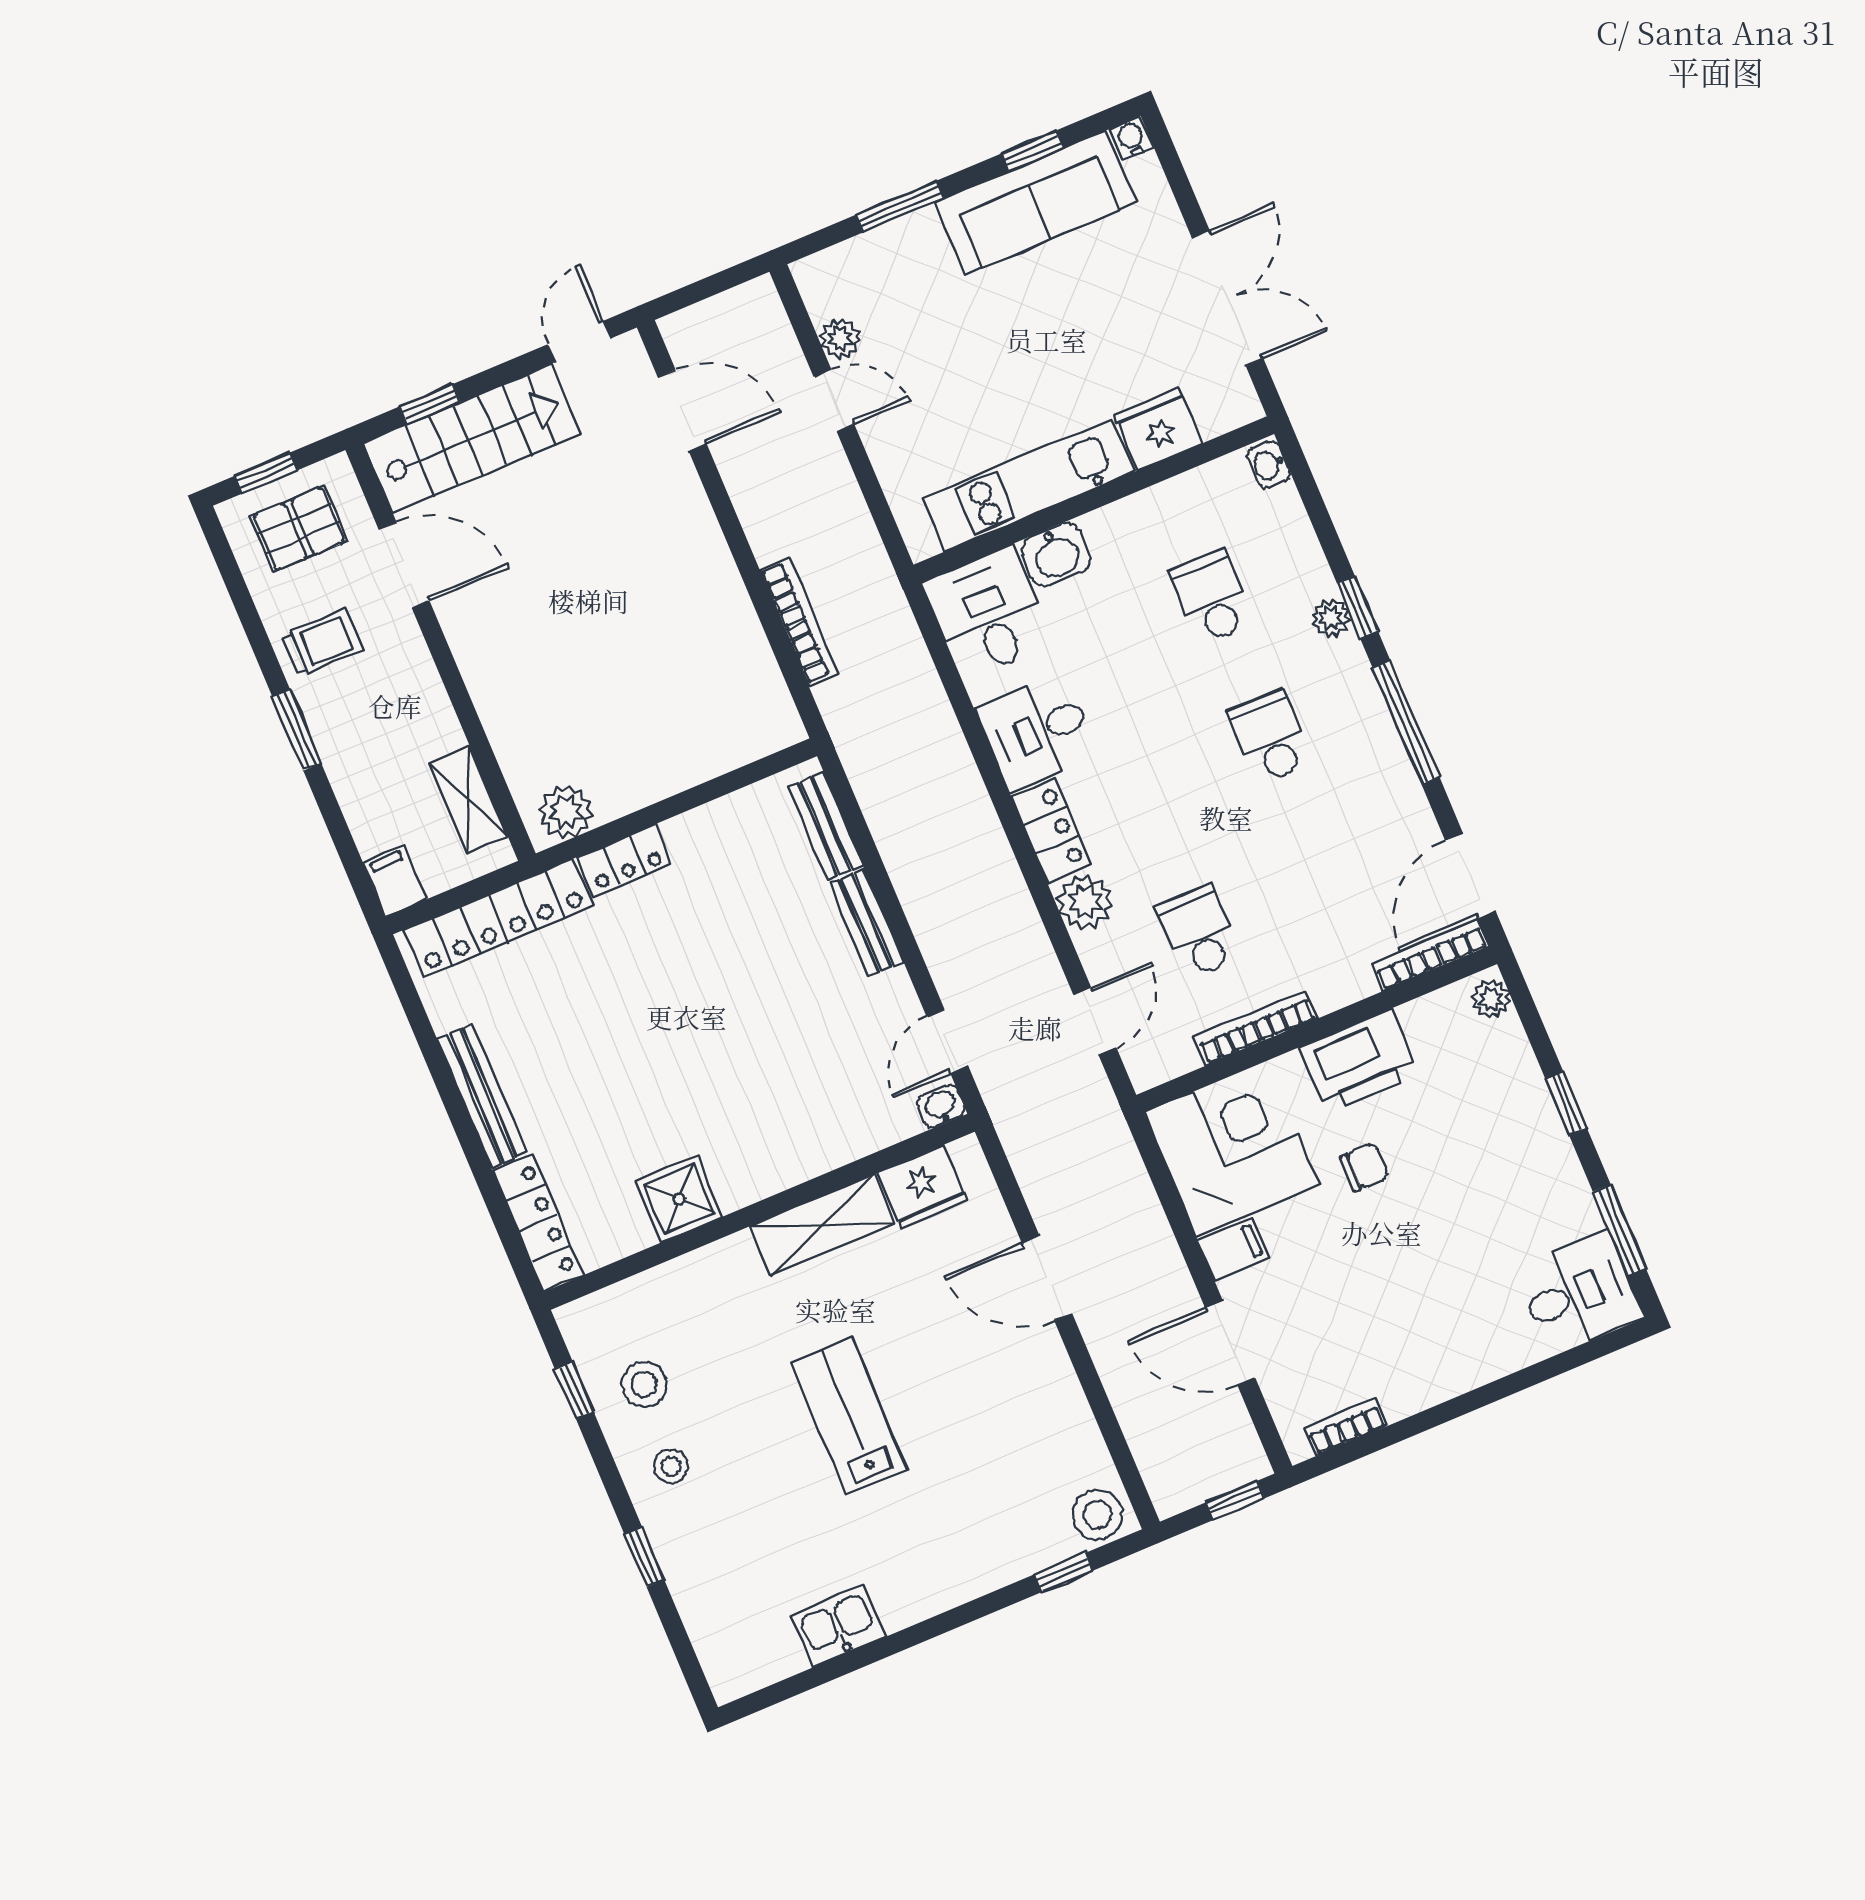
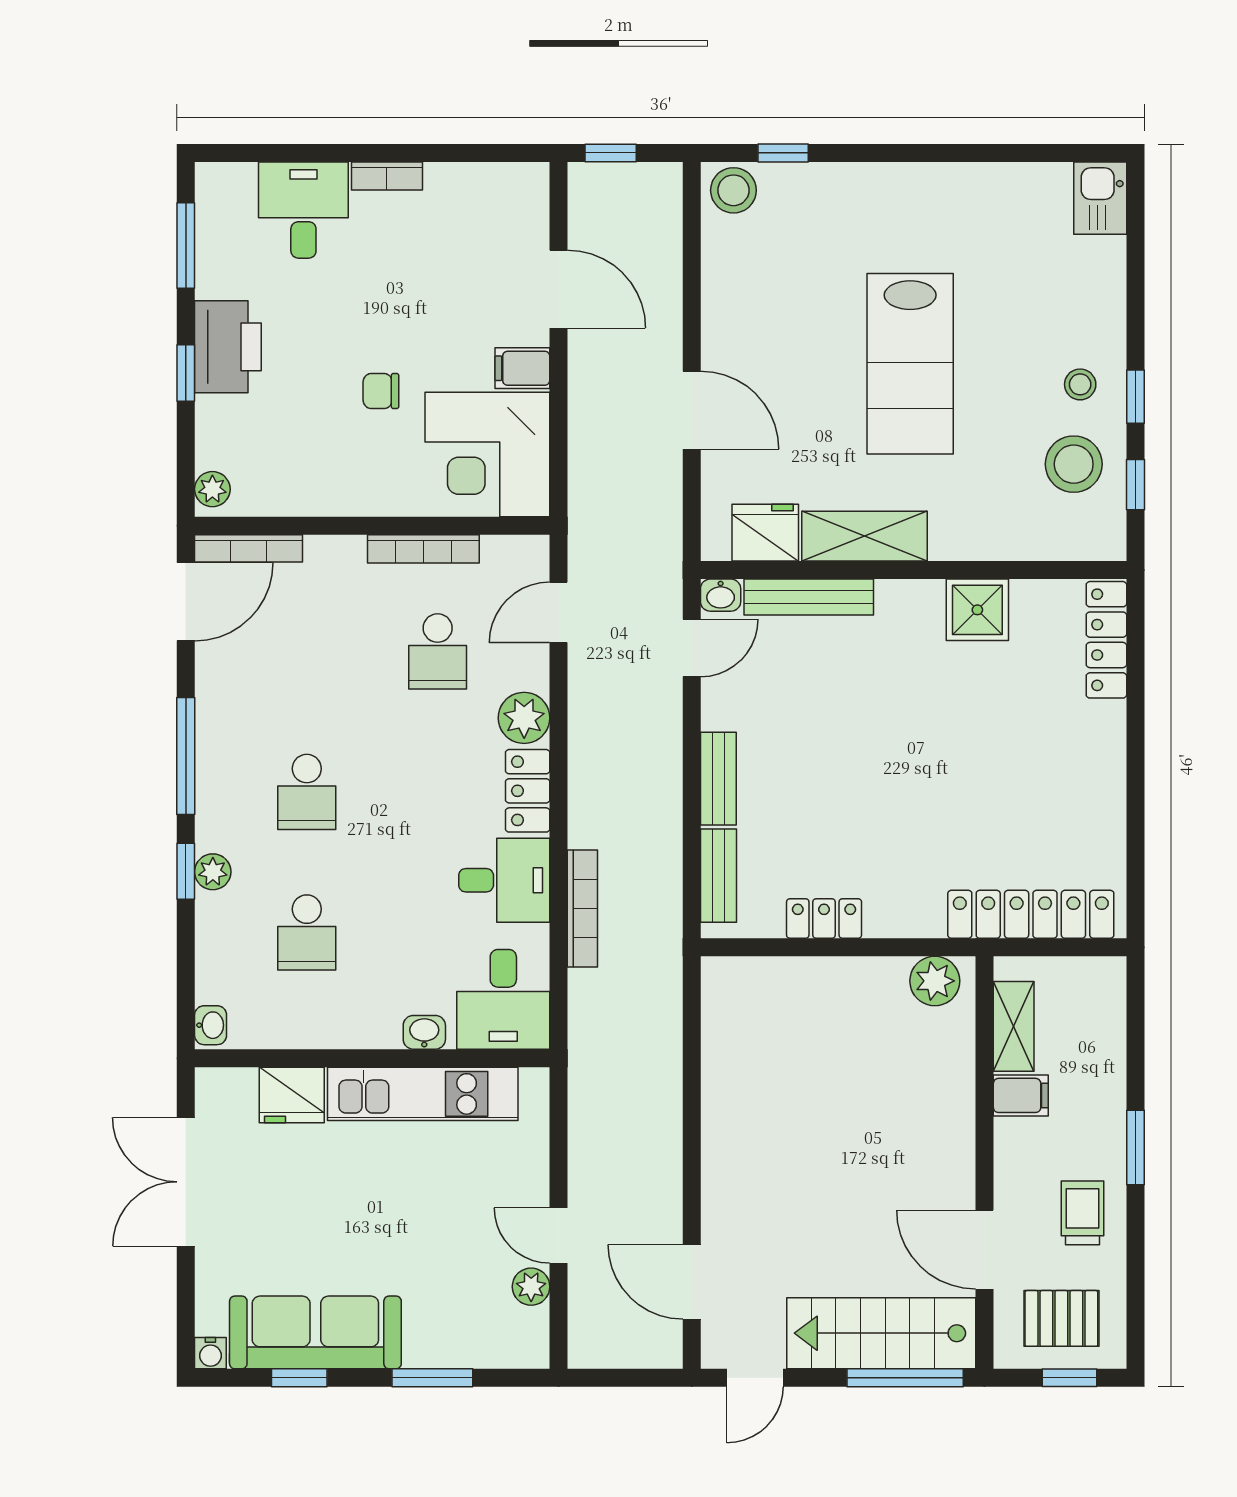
window: (430, 404) -> (905, 1378), width x2.17
washbasin: (1056, 554) -> (424, 1032), width x0.72, depth x0.69
bookcase: (799, 622) -> (582, 909), moved, turned 180
trolley: (322, 643) -> (1082, 1213), turned 90
locker: (624, 860) -> (824, 919), moved
filing cabinet: (395, 881) -> (1021, 1095), moved, turned -90
printer: (1359, 1061) -> (228, 347), moved, turned 90
bench: (482, 1096) -> (809, 597), moved, turned 90
desk: (1579, 1293) -> (303, 210), moved, turned 90
stool: (644, 1384) -> (1074, 464), width x1.38, depth x1.38
lab bench: (849, 1416) -> (910, 364), width x1.36, depth x1.39
bookcase: (1346, 1427) -> (387, 176), moved
window: (644, 1557) -> (1135, 397), moved
kitchen sink: (838, 1626) -> (1100, 198), moved, turned 90

